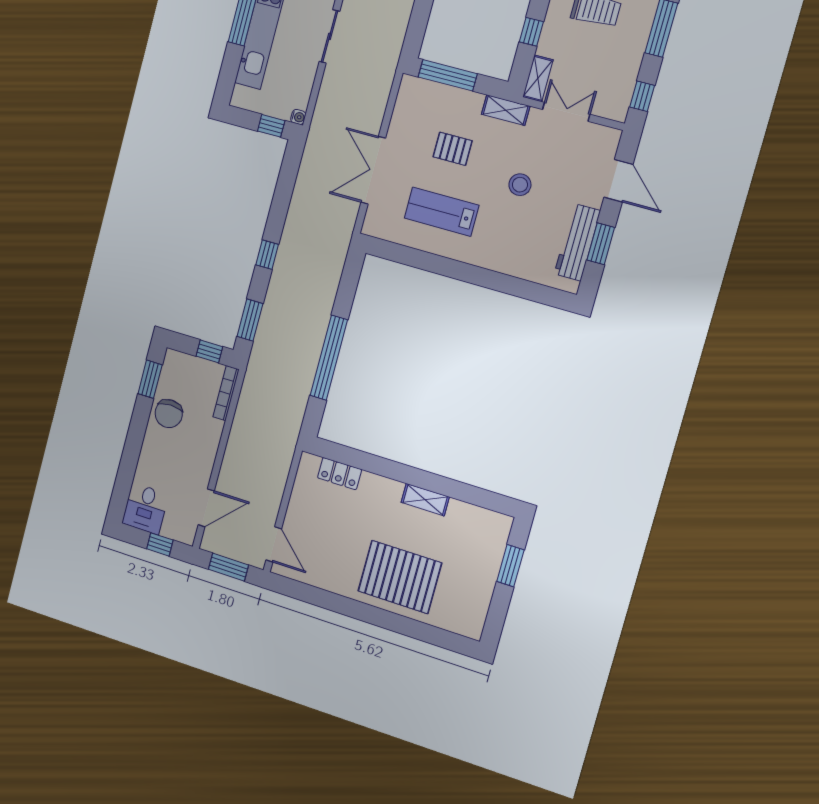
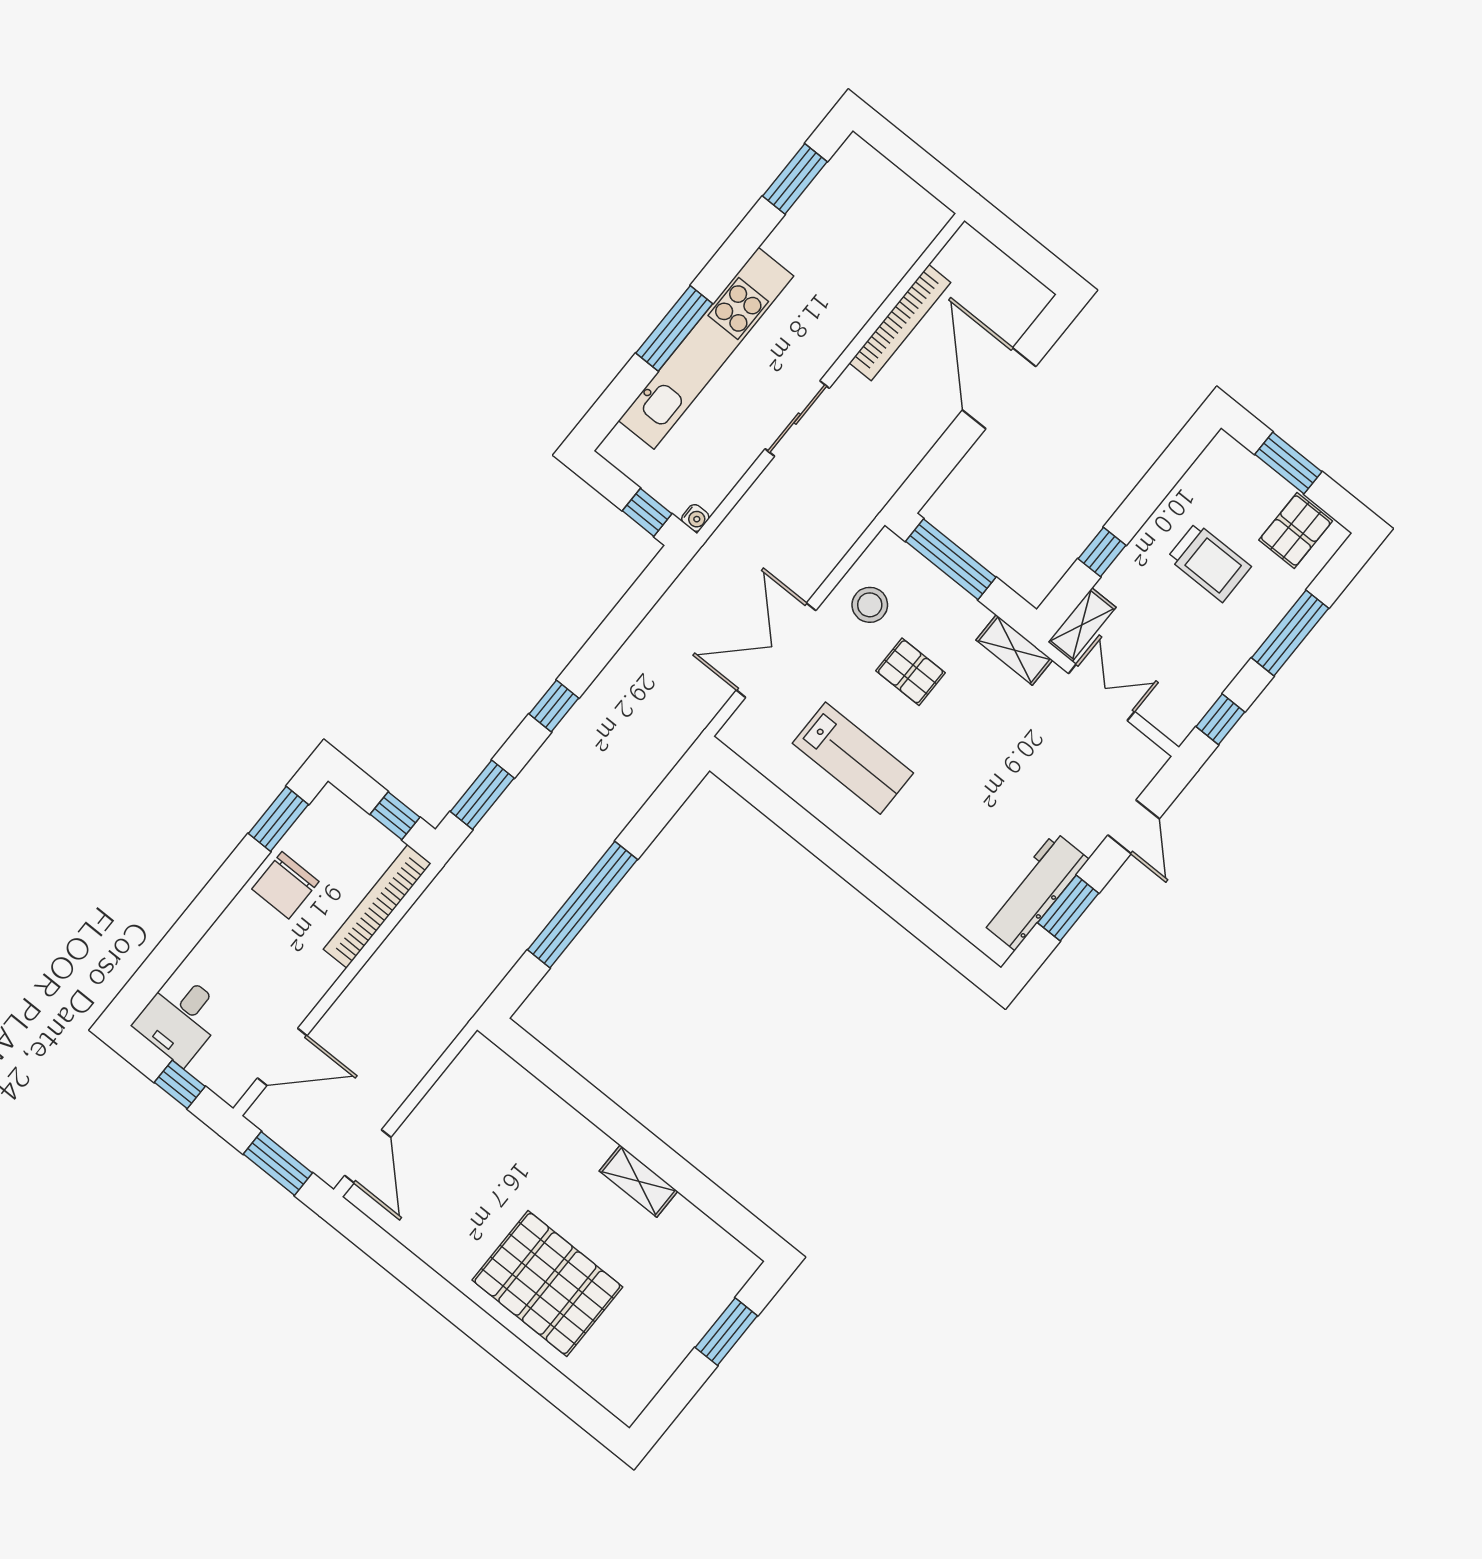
door: (618, 181) -> (1134, 827), width x0.73
stool: (520, 185) -> (870, 605), moved
lab bench: (441, 212) -> (853, 758), turned 180
bookcase: (226, 393) -> (377, 906), width x1.48, depth x1.31
locker: (340, 474) -> (521, 1089), removed

